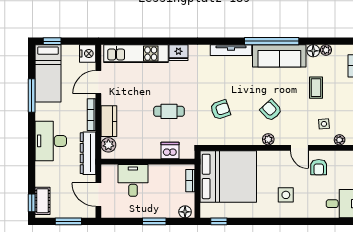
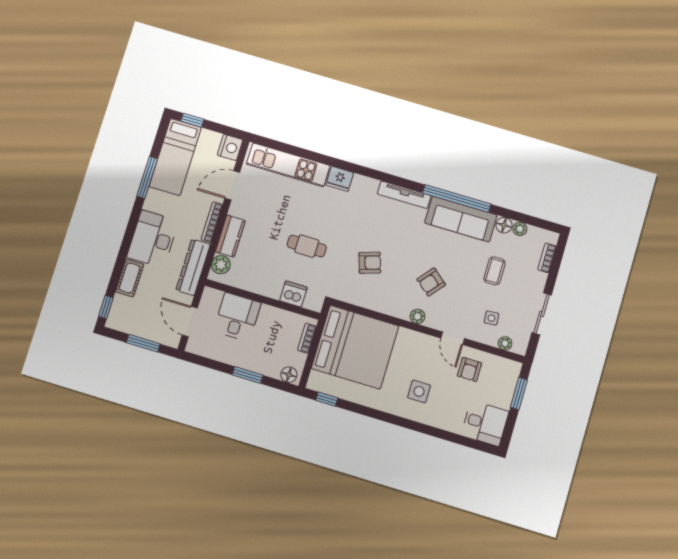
armchair: (271, 110) -> (431, 282), turned -97
cot: (43, 201) -> (130, 278), moved

